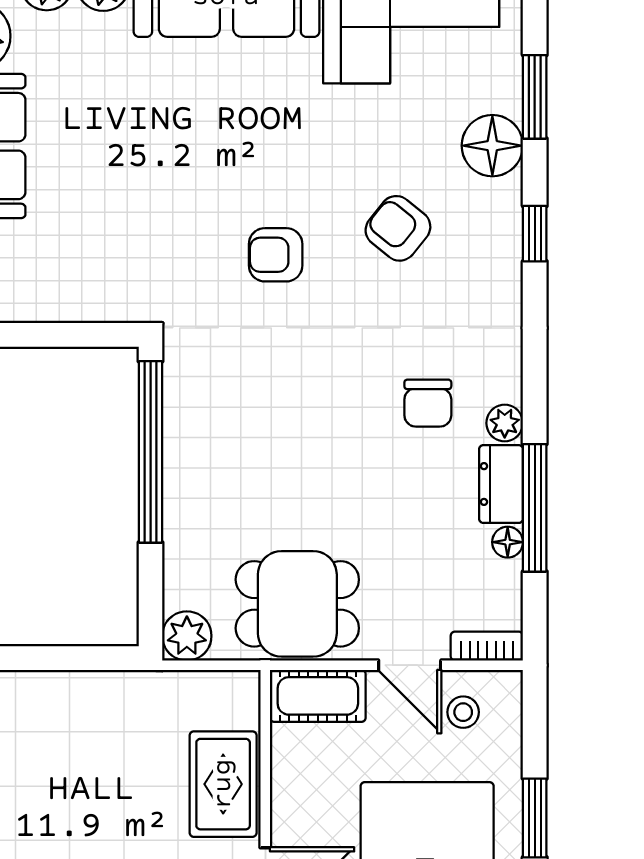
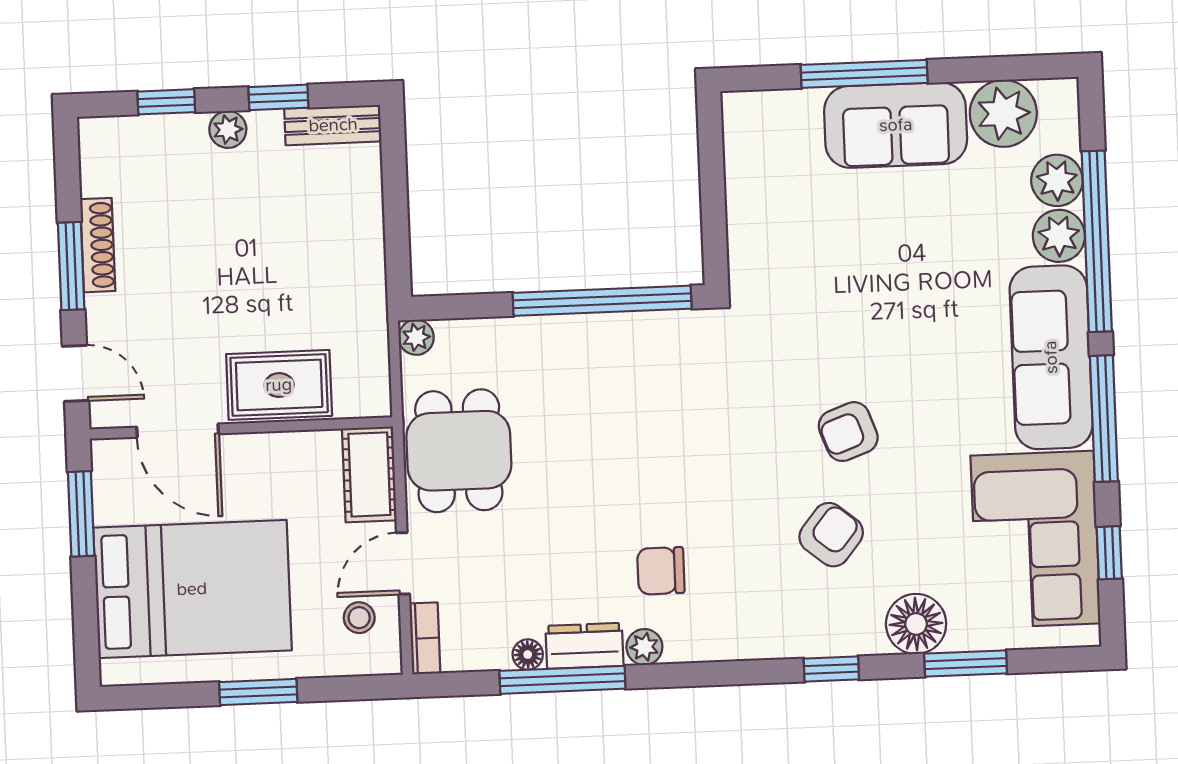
armchair: (276, 255) -> (848, 432), moved, turned -110
plant: (187, 636) -> (416, 337), width x0.73, depth x0.73

